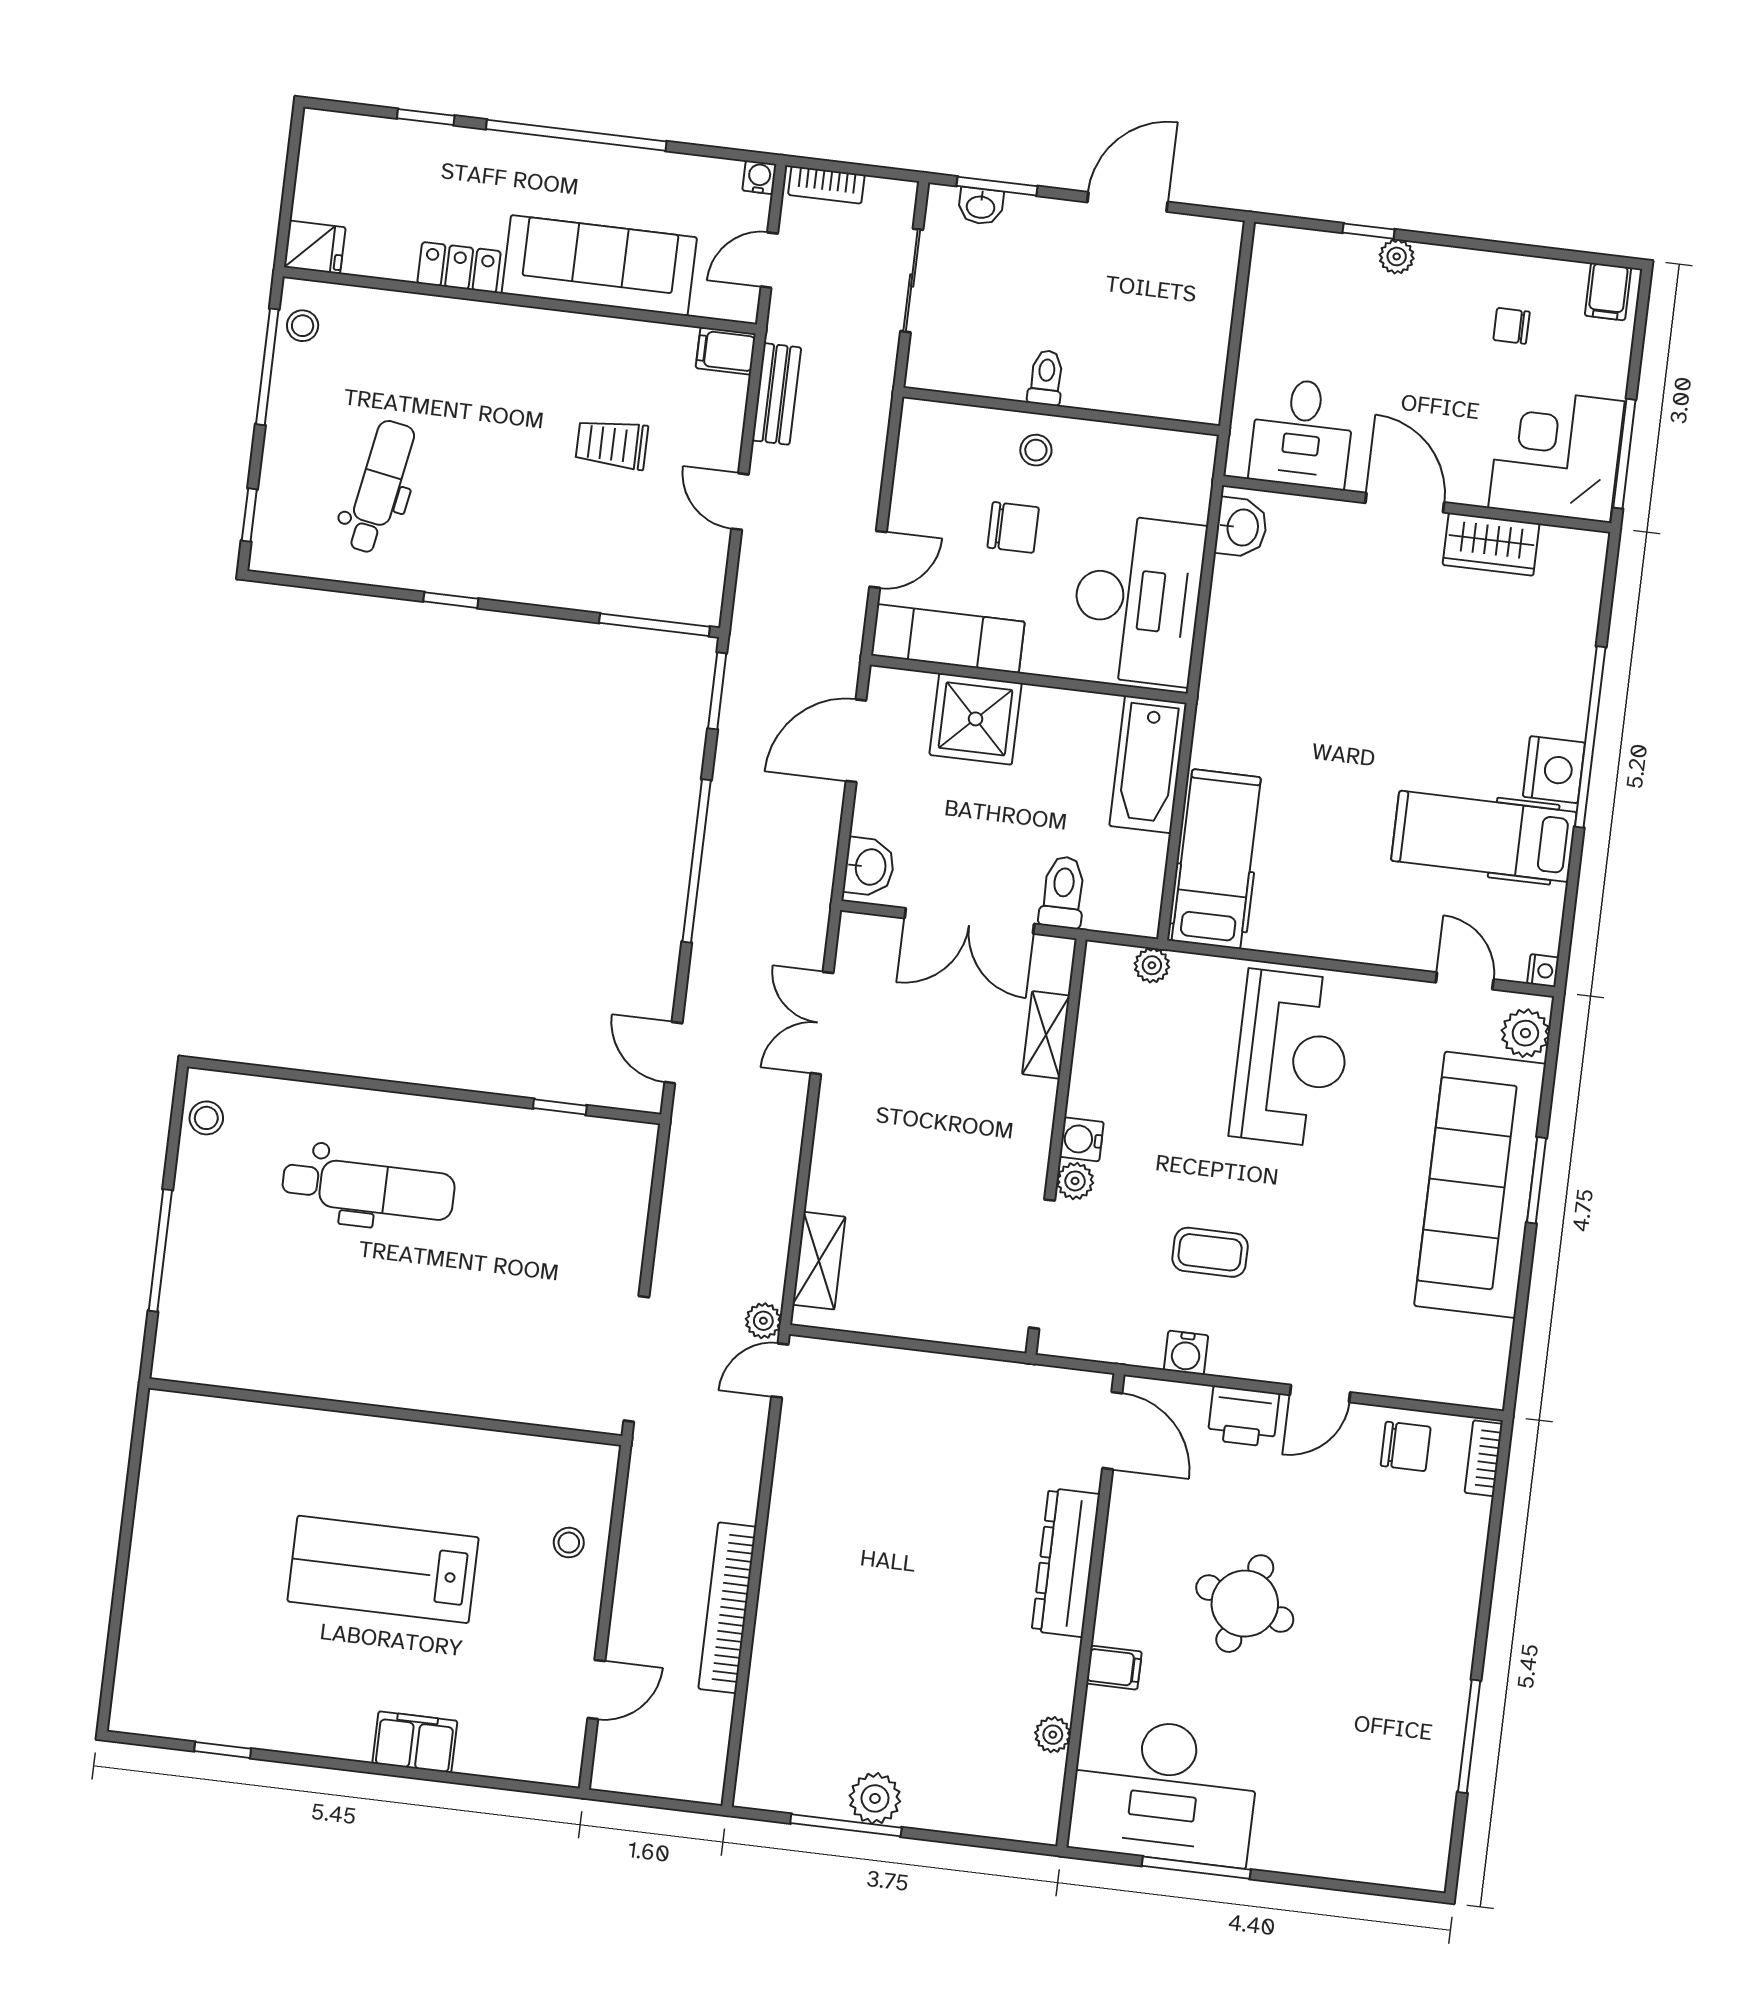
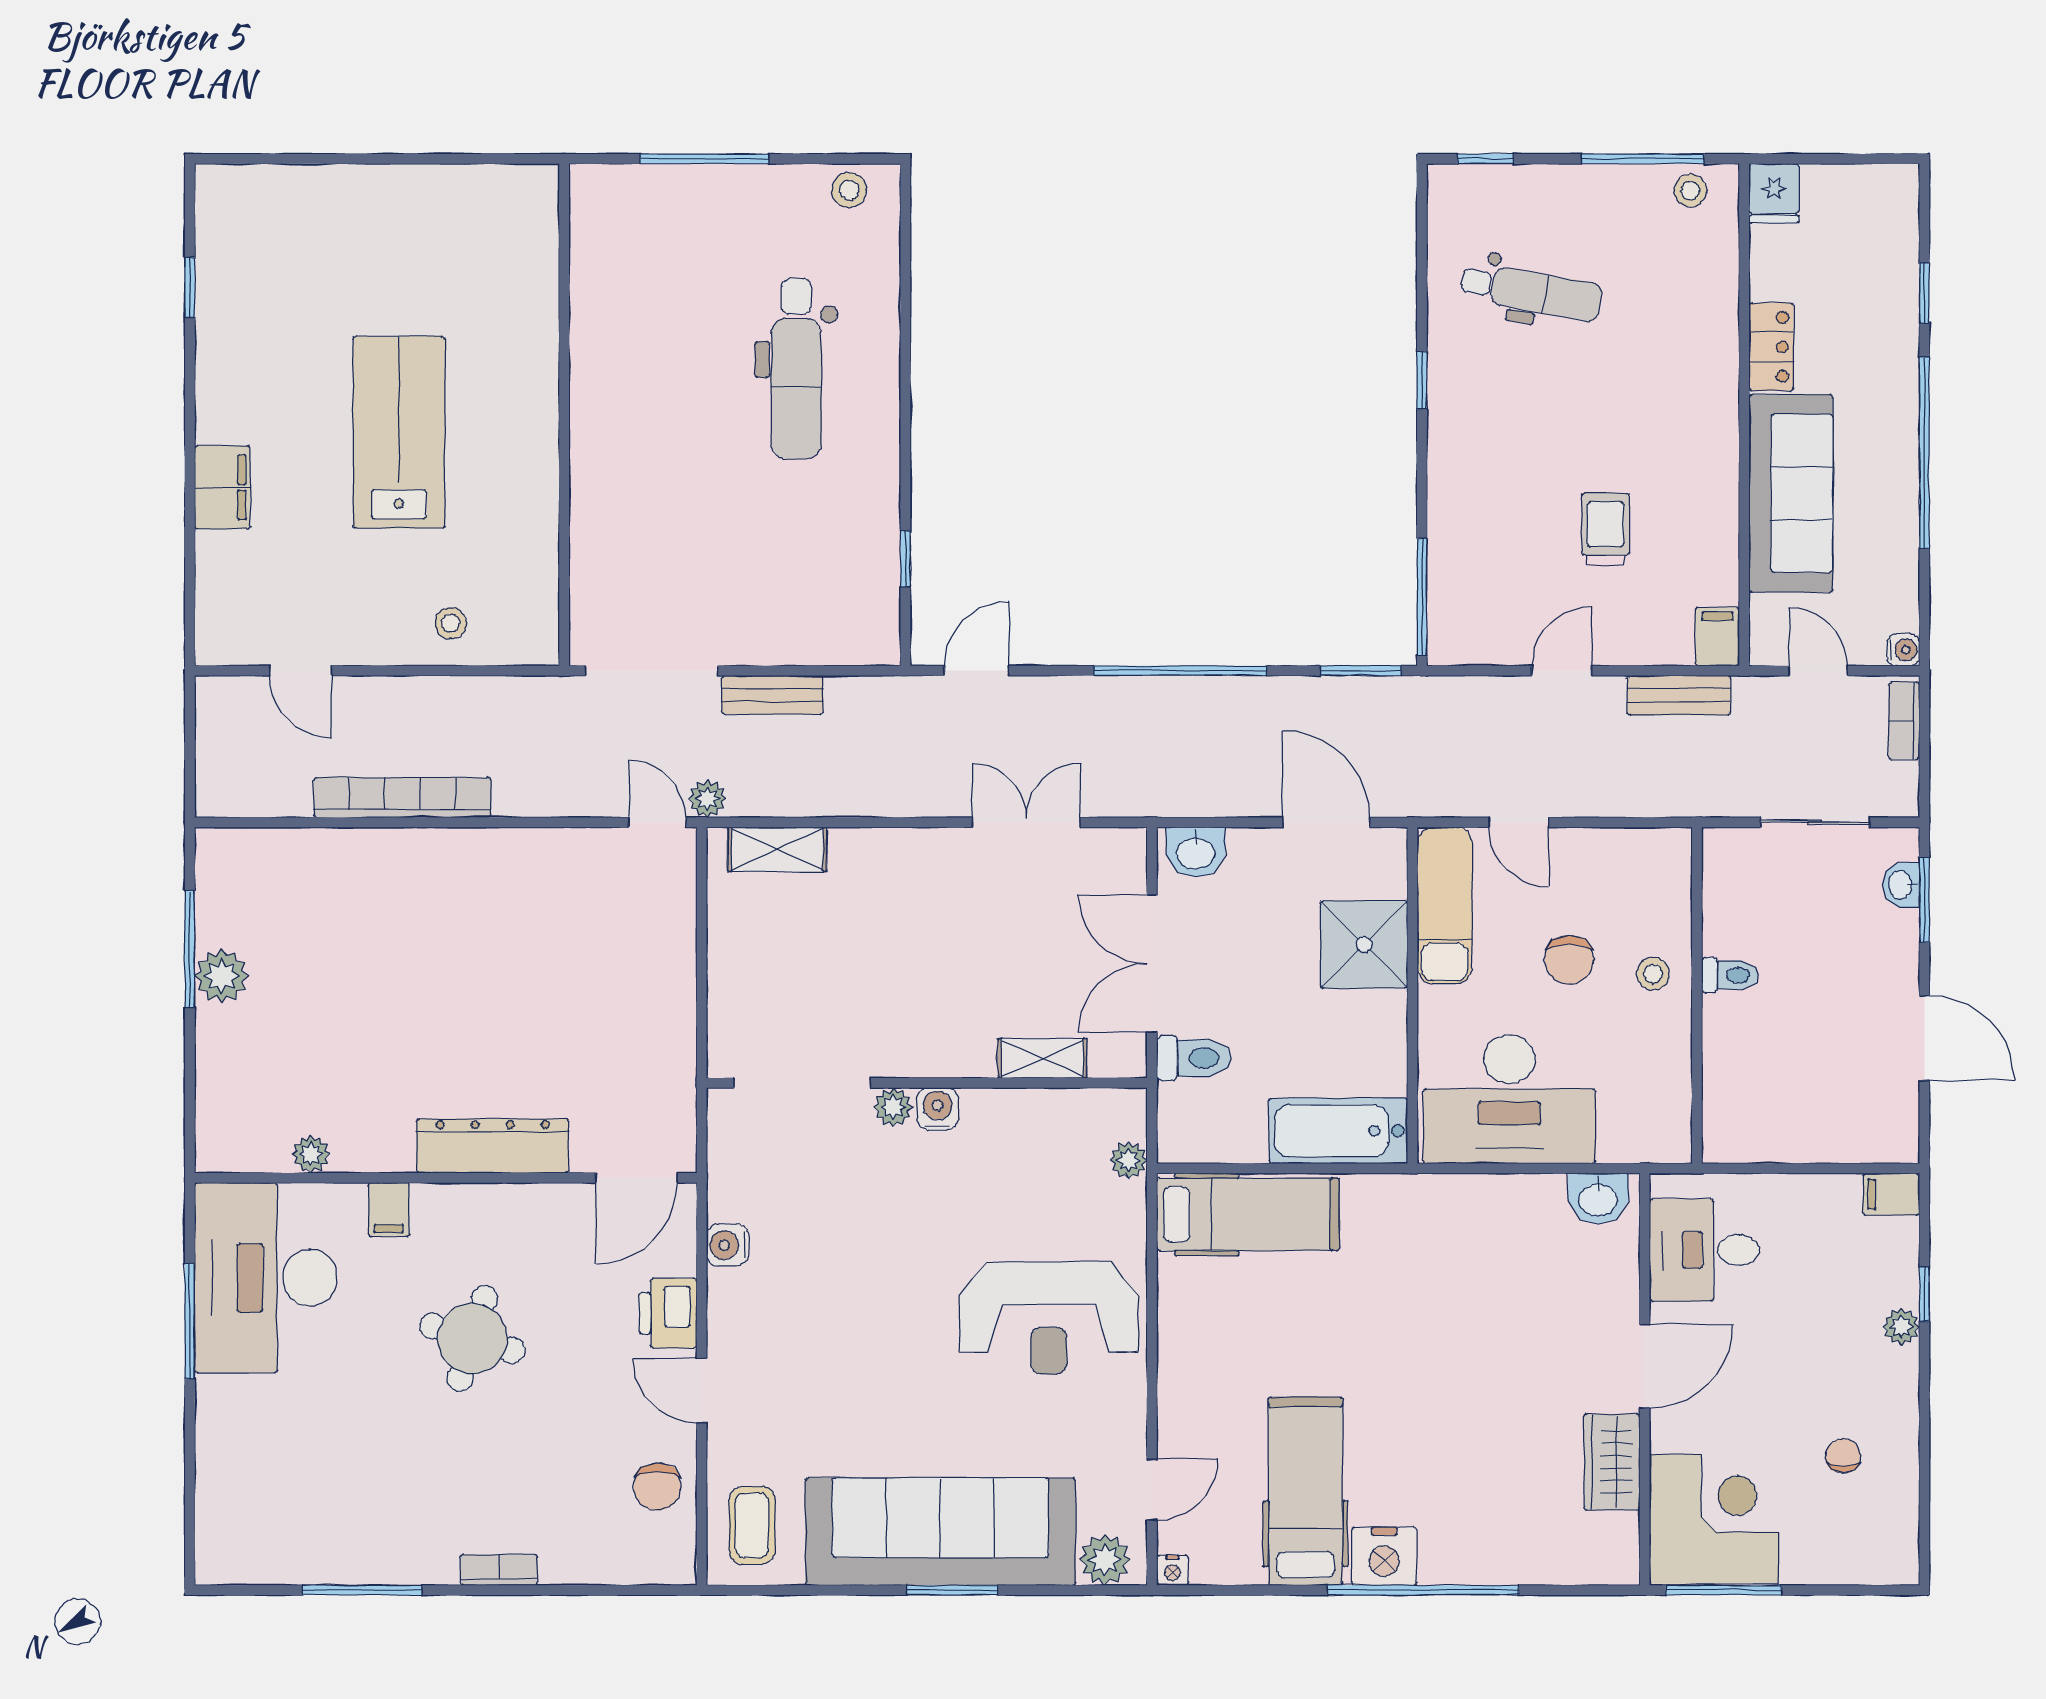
filing cabinet: (1608, 292) -> (1891, 1194), moved
bench: (673, 1248) -> (772, 695), added
coffee table: (1210, 1252) -> (752, 1525), moved
bookcase: (1484, 1458) -> (499, 1570), moved

